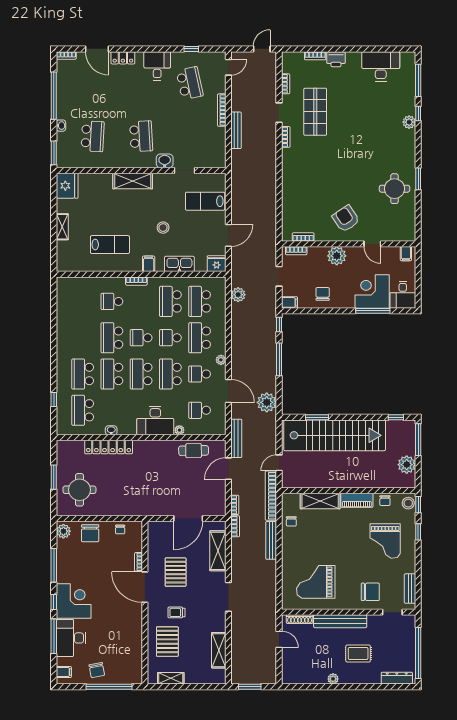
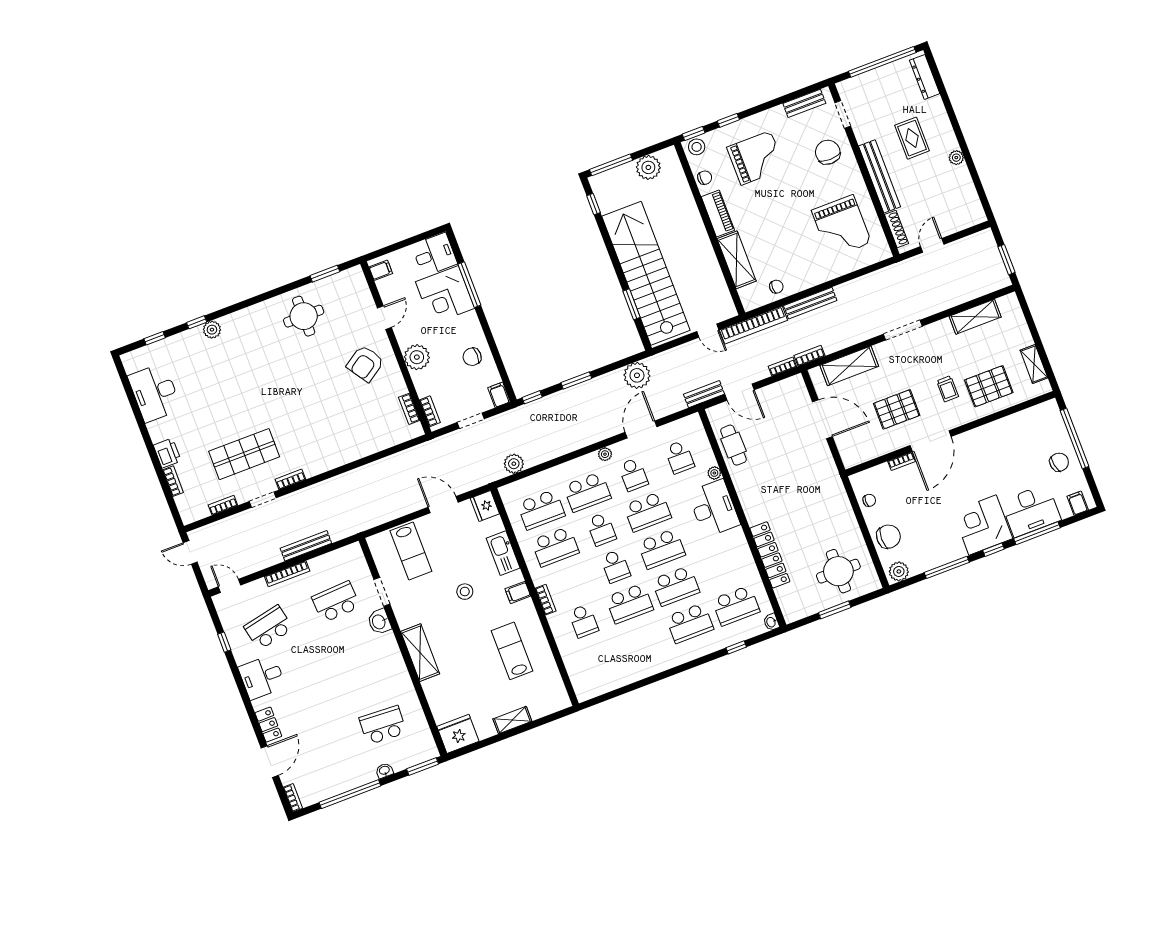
window: (418, 80) -> (155, 338), width x0.46
school desk: (141, 136) -> (336, 602), moved
window: (418, 179) -> (325, 274), moved
window: (279, 359) -> (576, 381), width x0.69
washbasin: (111, 430) -> (771, 622), moved
bench: (236, 438) -> (704, 394), width x0.73

